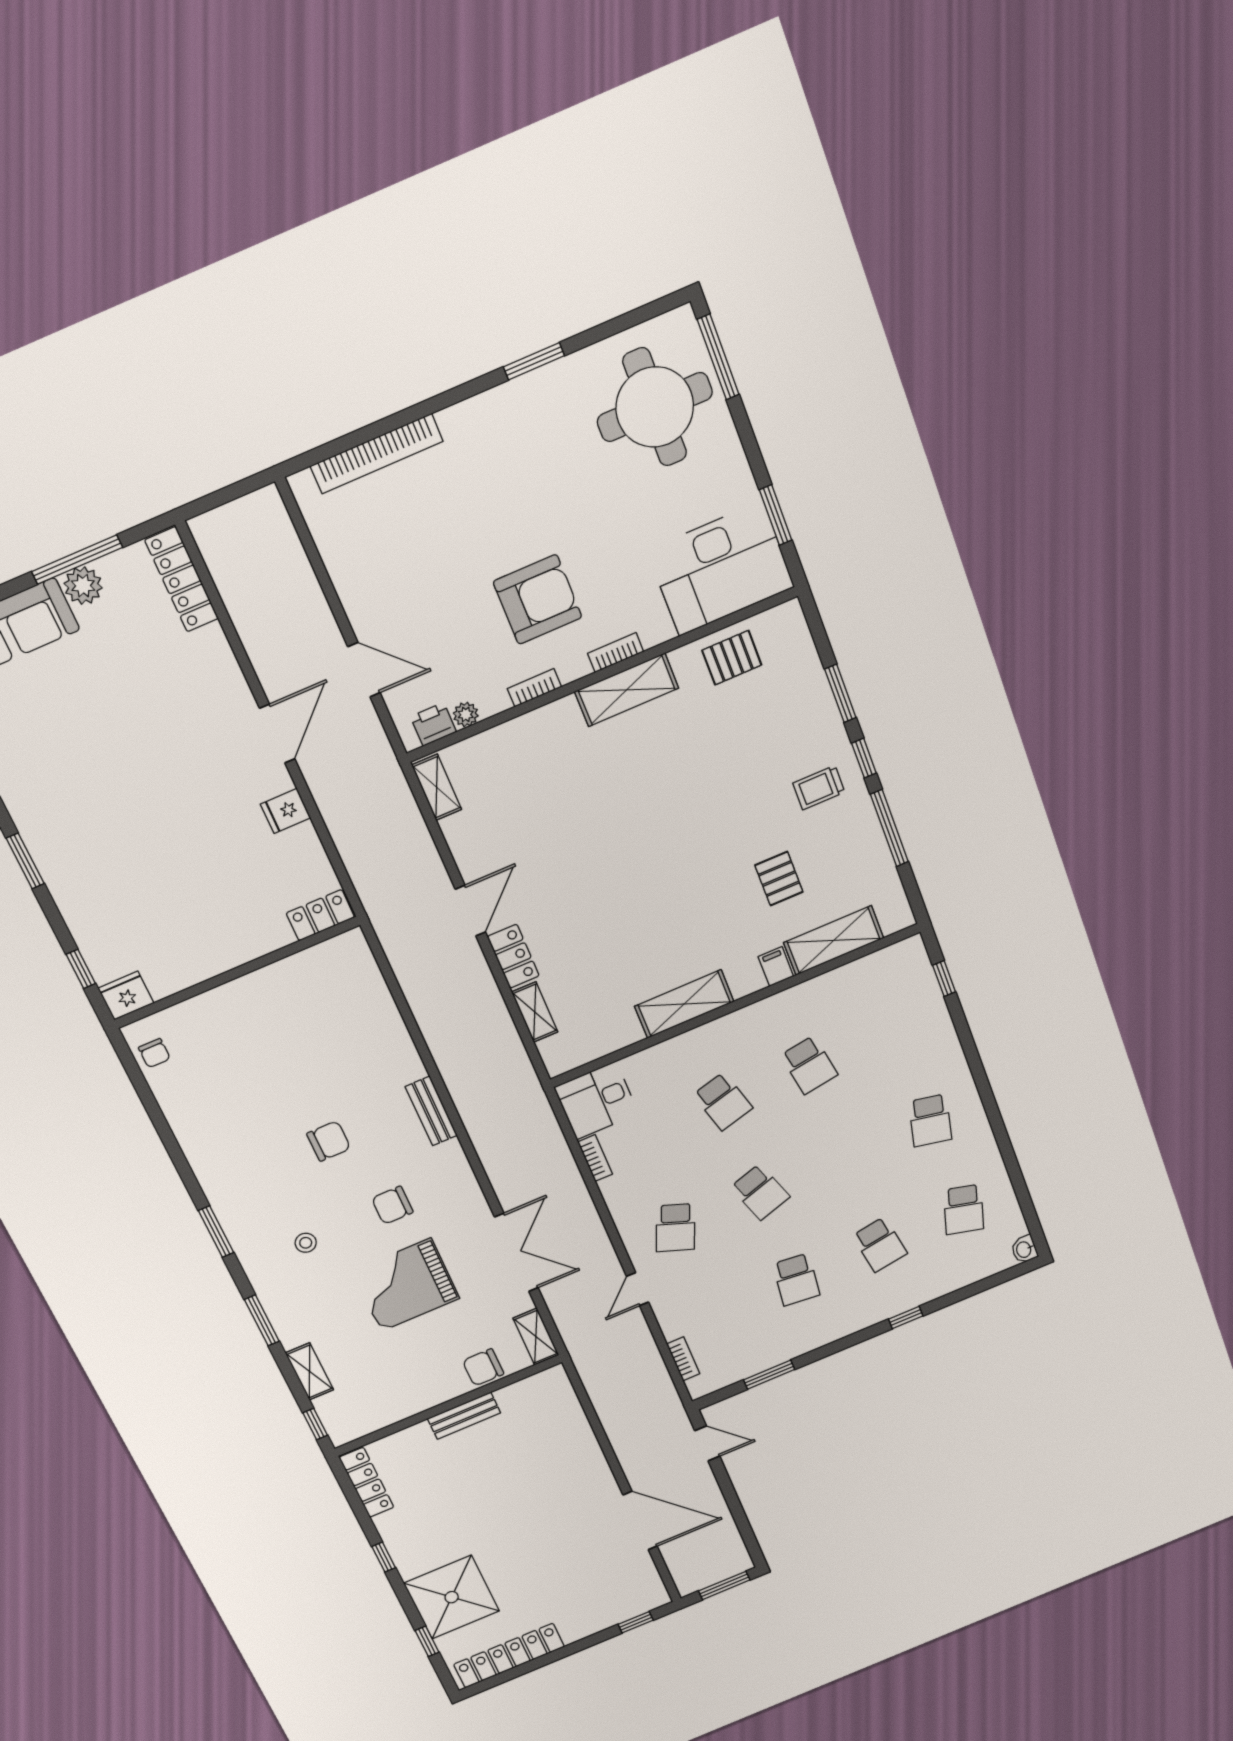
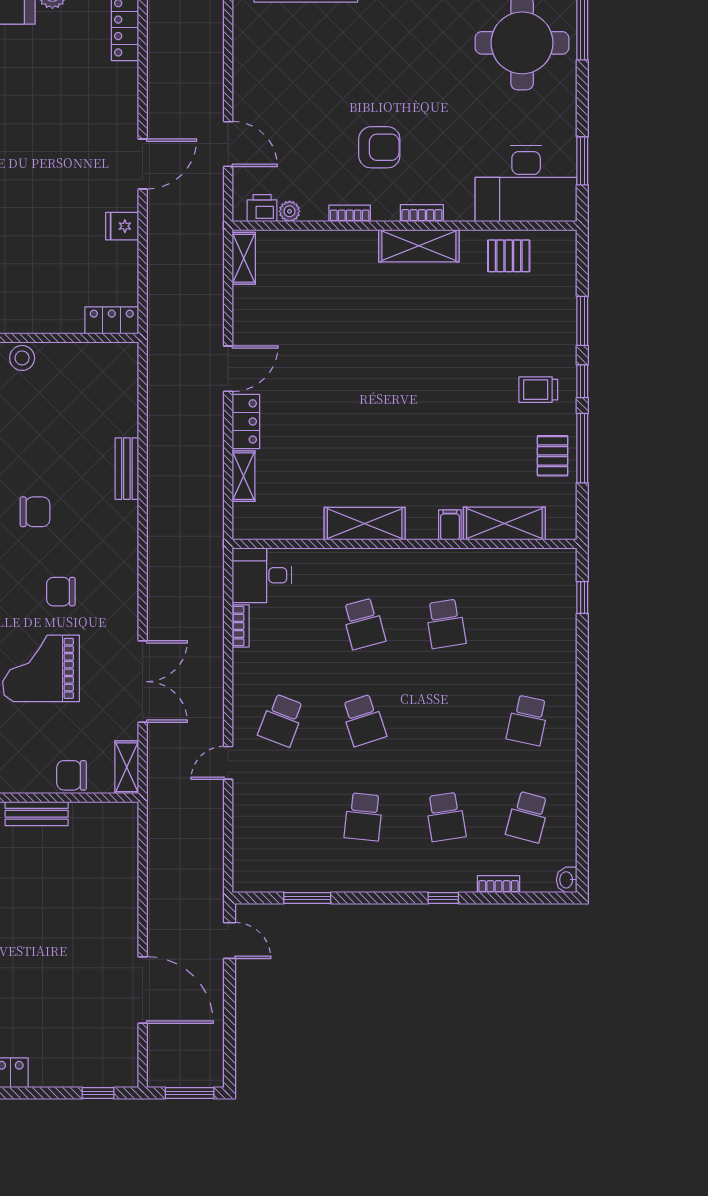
armchair: (538, 599) -> (379, 147), width x0.73, depth x0.73
pallet: (779, 879) -> (553, 456), moved
stool: (241, 995) -> (22, 358), added
bench: (431, 1111) -> (127, 469), moved
bookcase: (683, 1359) -> (498, 884), moved, turned -90

